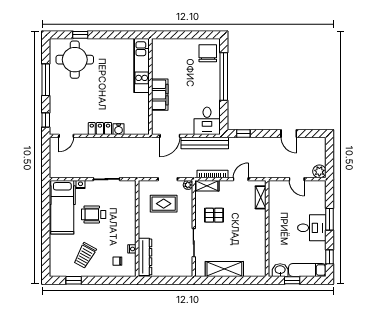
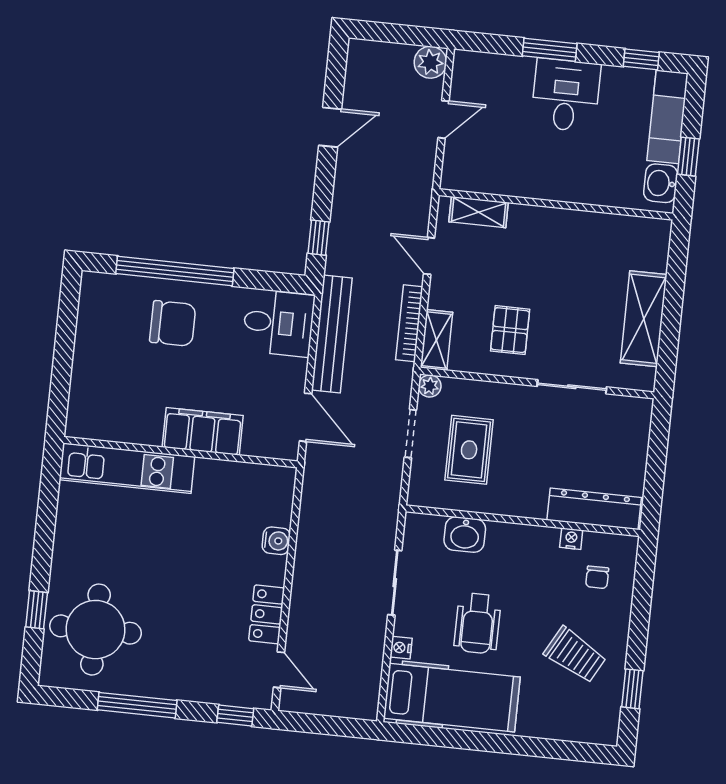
chair: (208, 53) -> (173, 323), moved, turned 180
locker: (100, 128) -> (267, 614), moved
washbasin: (129, 206) -> (465, 535), added

